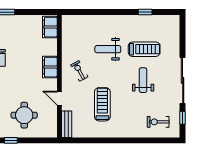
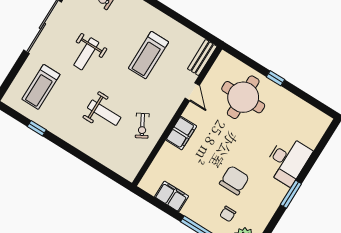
filing cabinet: (50, 27) -> (172, 196), moved, turned -90
treadmill: (144, 49) -> (41, 87), moved, turned -90
exercise bike: (79, 71) -> (142, 126), moved
round table: (24, 115) -> (243, 97), width x1.36, depth x1.36

